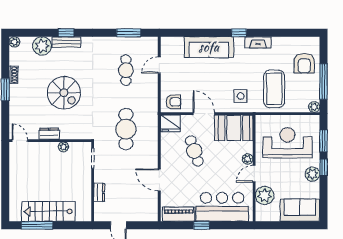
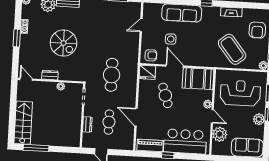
fireplace: (258, 42) -> (231, 12), moved
cafe table: (126, 70) -> (109, 122), moved
coffee table: (274, 89) -> (232, 49), turned -39
side table: (241, 96) -> (171, 39), moved
door: (254, 174) -> (212, 116), swing flipped
stairs: (48, 211) -> (23, 123), moved, turned 90

